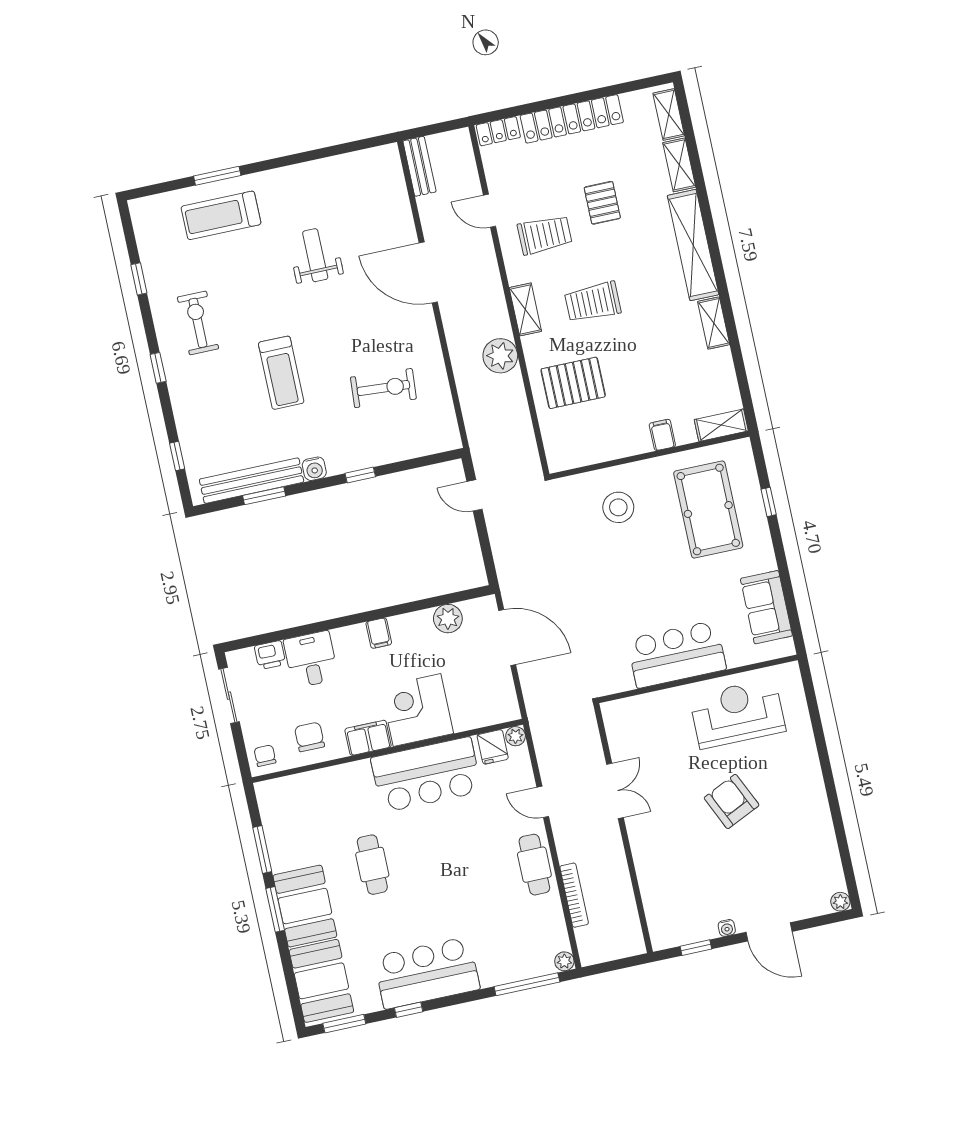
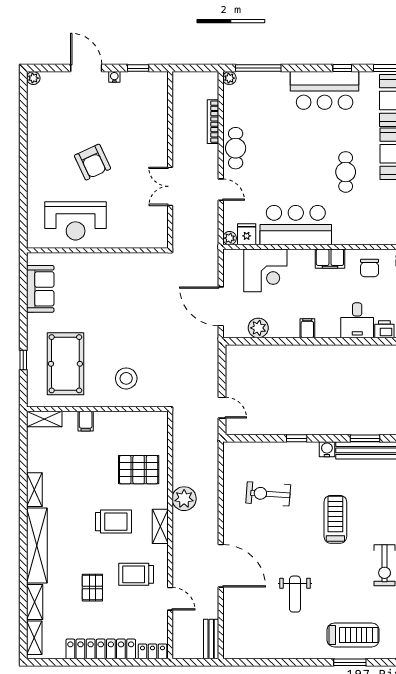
bar counter: (677, 654) -> (108, 270), removed
corner desk: (417, 710) -> (265, 270), moved

